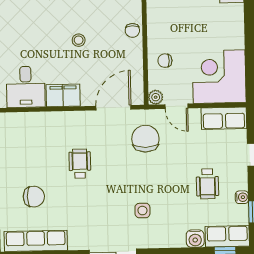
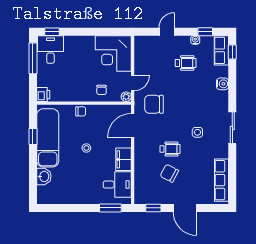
door: (113, 108) -> (133, 125), hinge flipped
row of seats: (224, 118) -> (141, 51), removed
wheelchair: (80, 164) -> (170, 149), turned 180
chair: (34, 197) -> (169, 173), moved, turned -62
side table: (142, 211) -> (197, 132), moved
water cooler: (195, 239) -> (222, 84), moved

